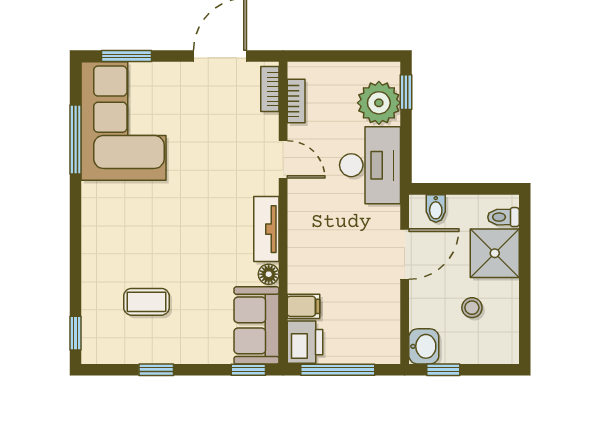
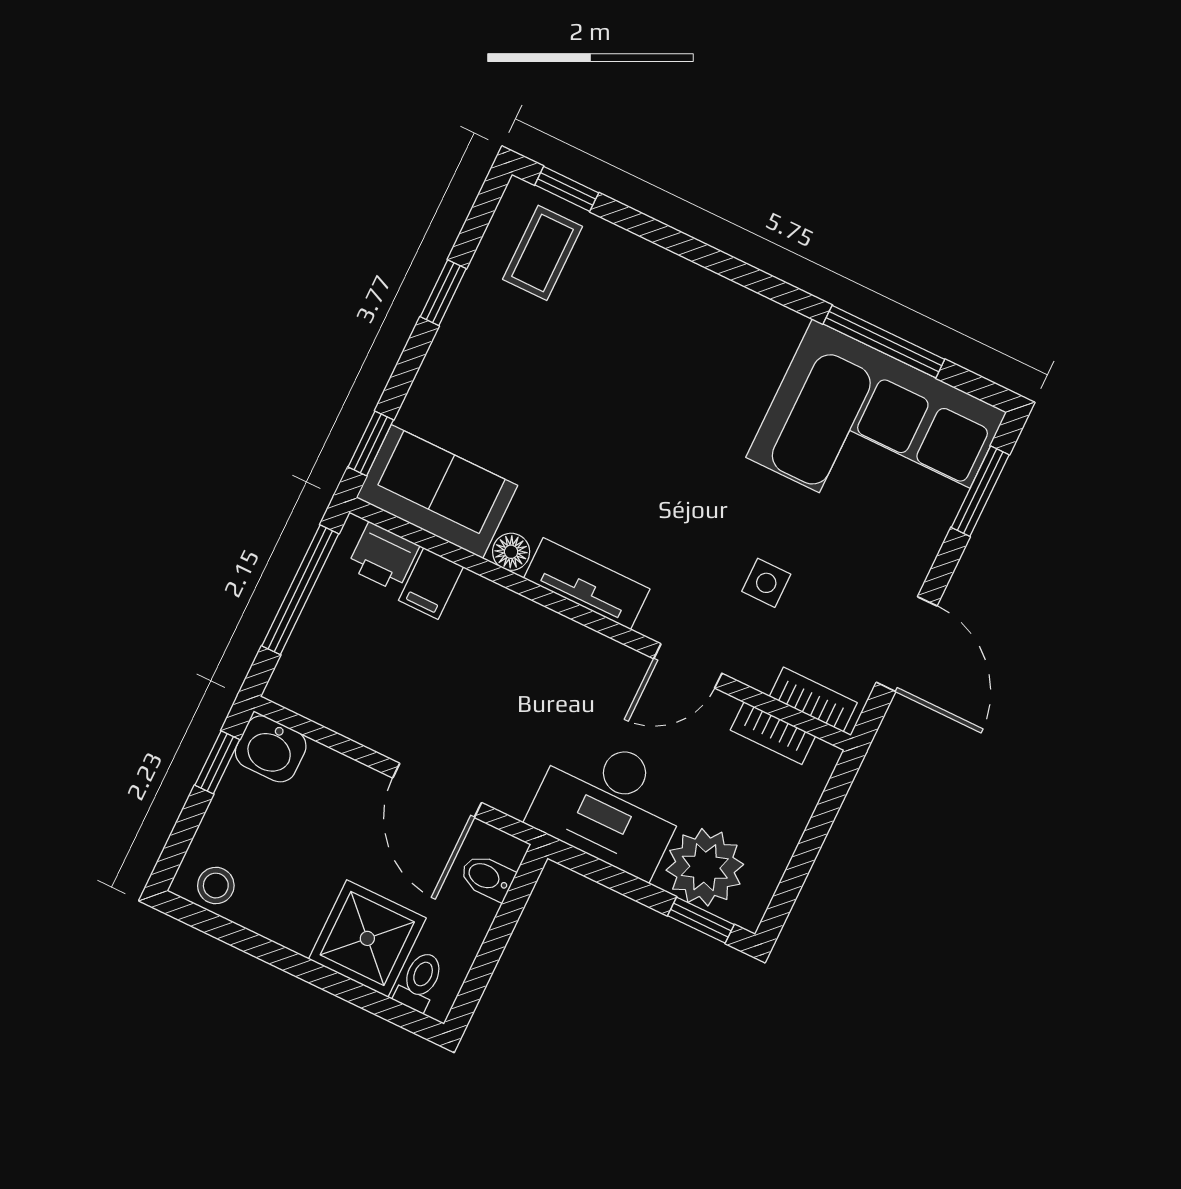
side table: (223, 140) -> (766, 583), added
coffee table: (146, 302) -> (543, 253), moved
stool: (472, 308) -> (216, 886), moved
printer: (305, 342) -> (383, 557), width x0.73, depth x0.81

